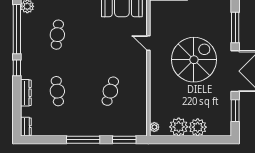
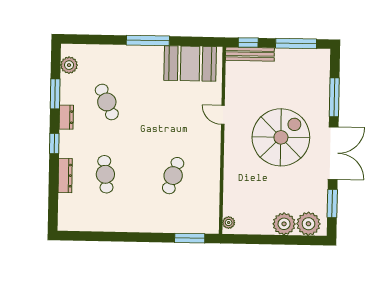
window: (17, 29) -> (55, 94), width x0.47
cafe table: (57, 35) -> (107, 102), turned -30
dresser: (26, 127) -> (66, 117), moved
plant: (179, 127) -> (308, 224), moved
window: (83, 140) -> (137, 237), removed

